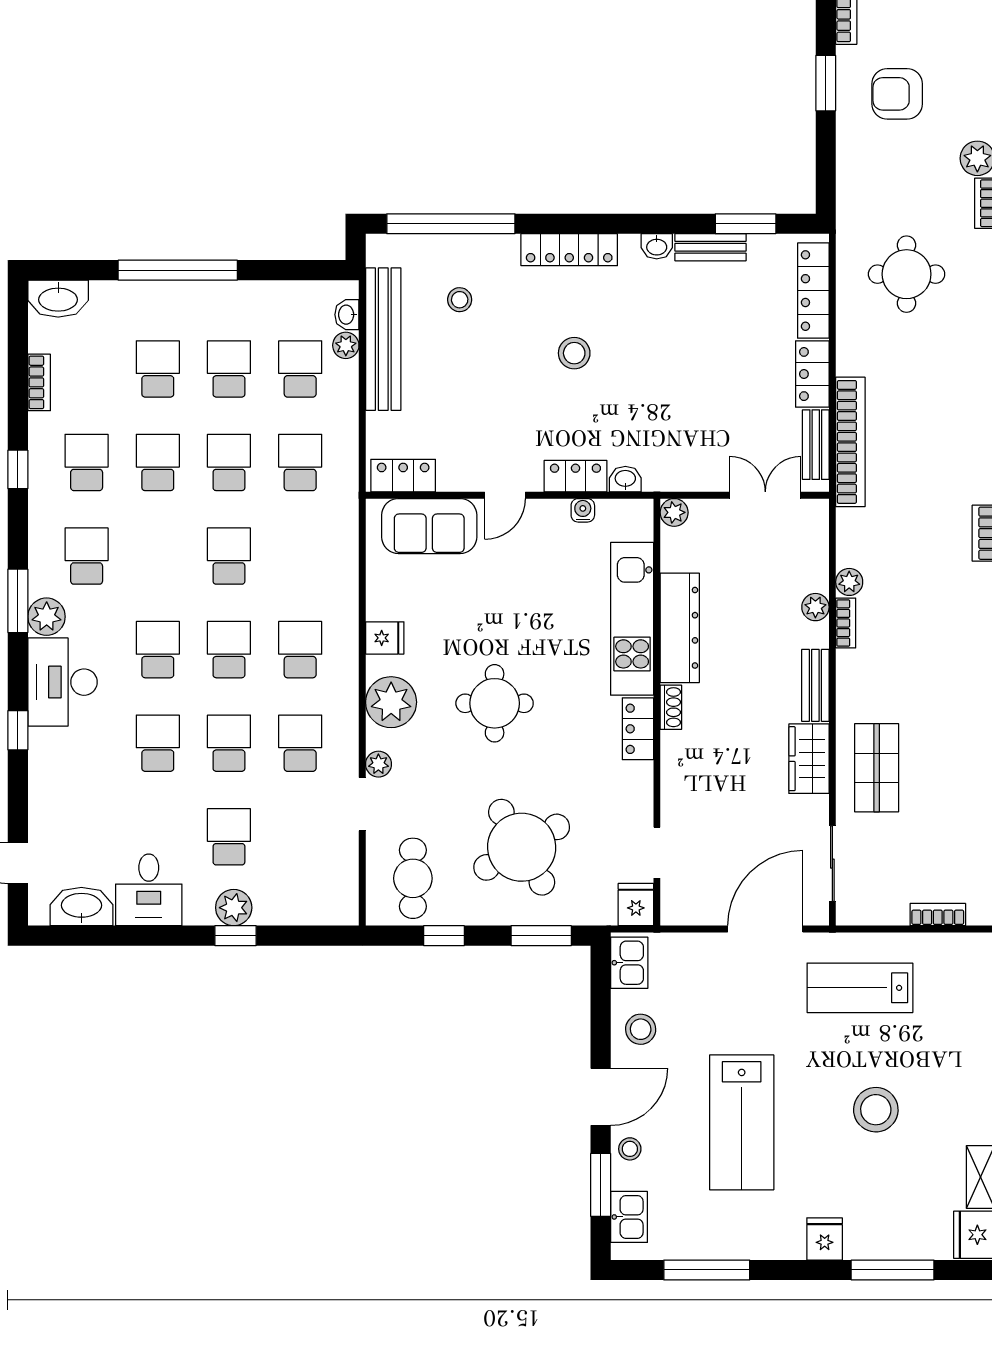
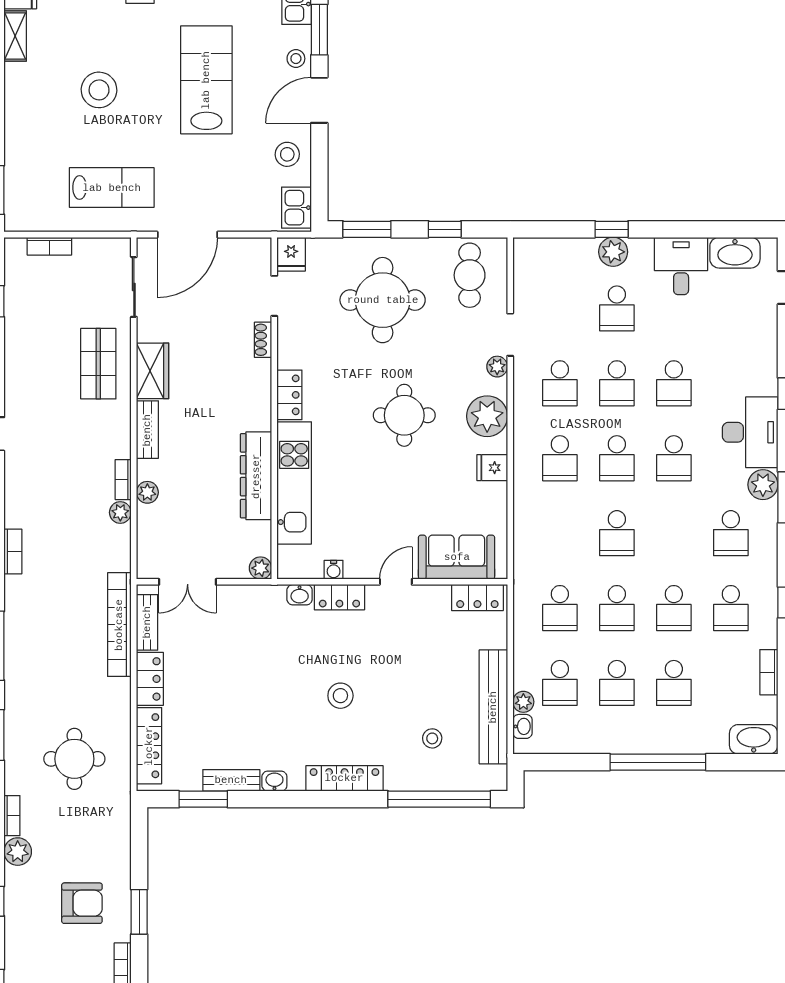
shoe rack: (671, 707) -> (263, 340), moved
round table: (522, 847) -> (383, 300), turned 30

